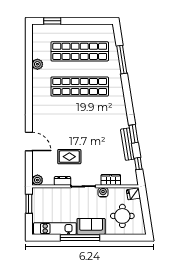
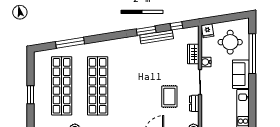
window: (52, 21) -> (30, 95), moved
window: (80, 238) -> (252, 54), moved

